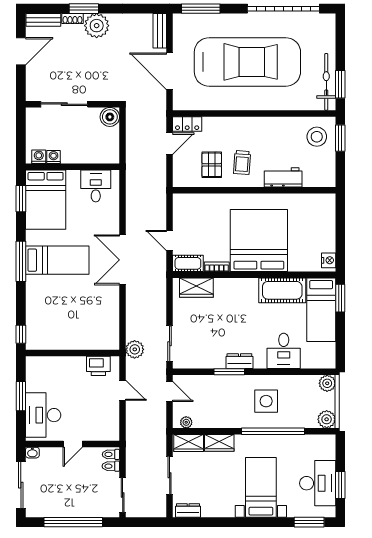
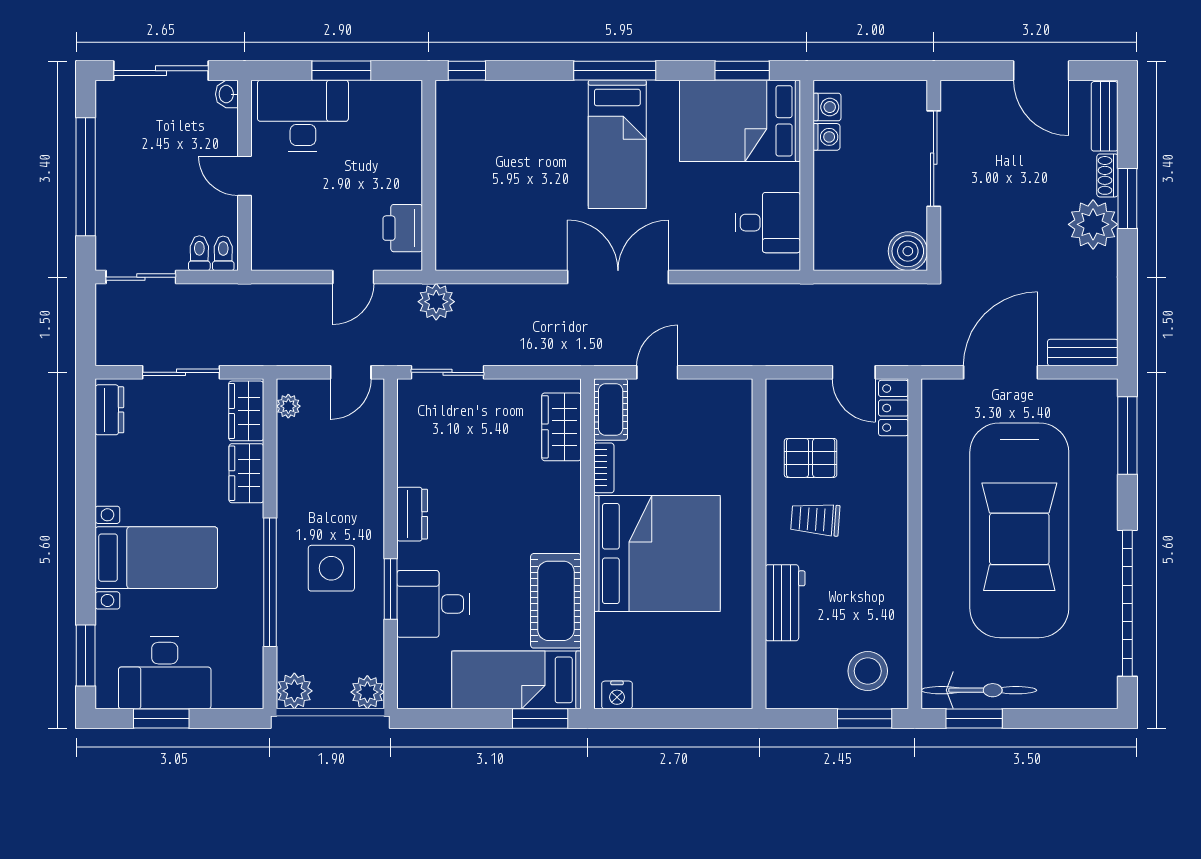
window: (229, 372) -> (391, 589), moved

